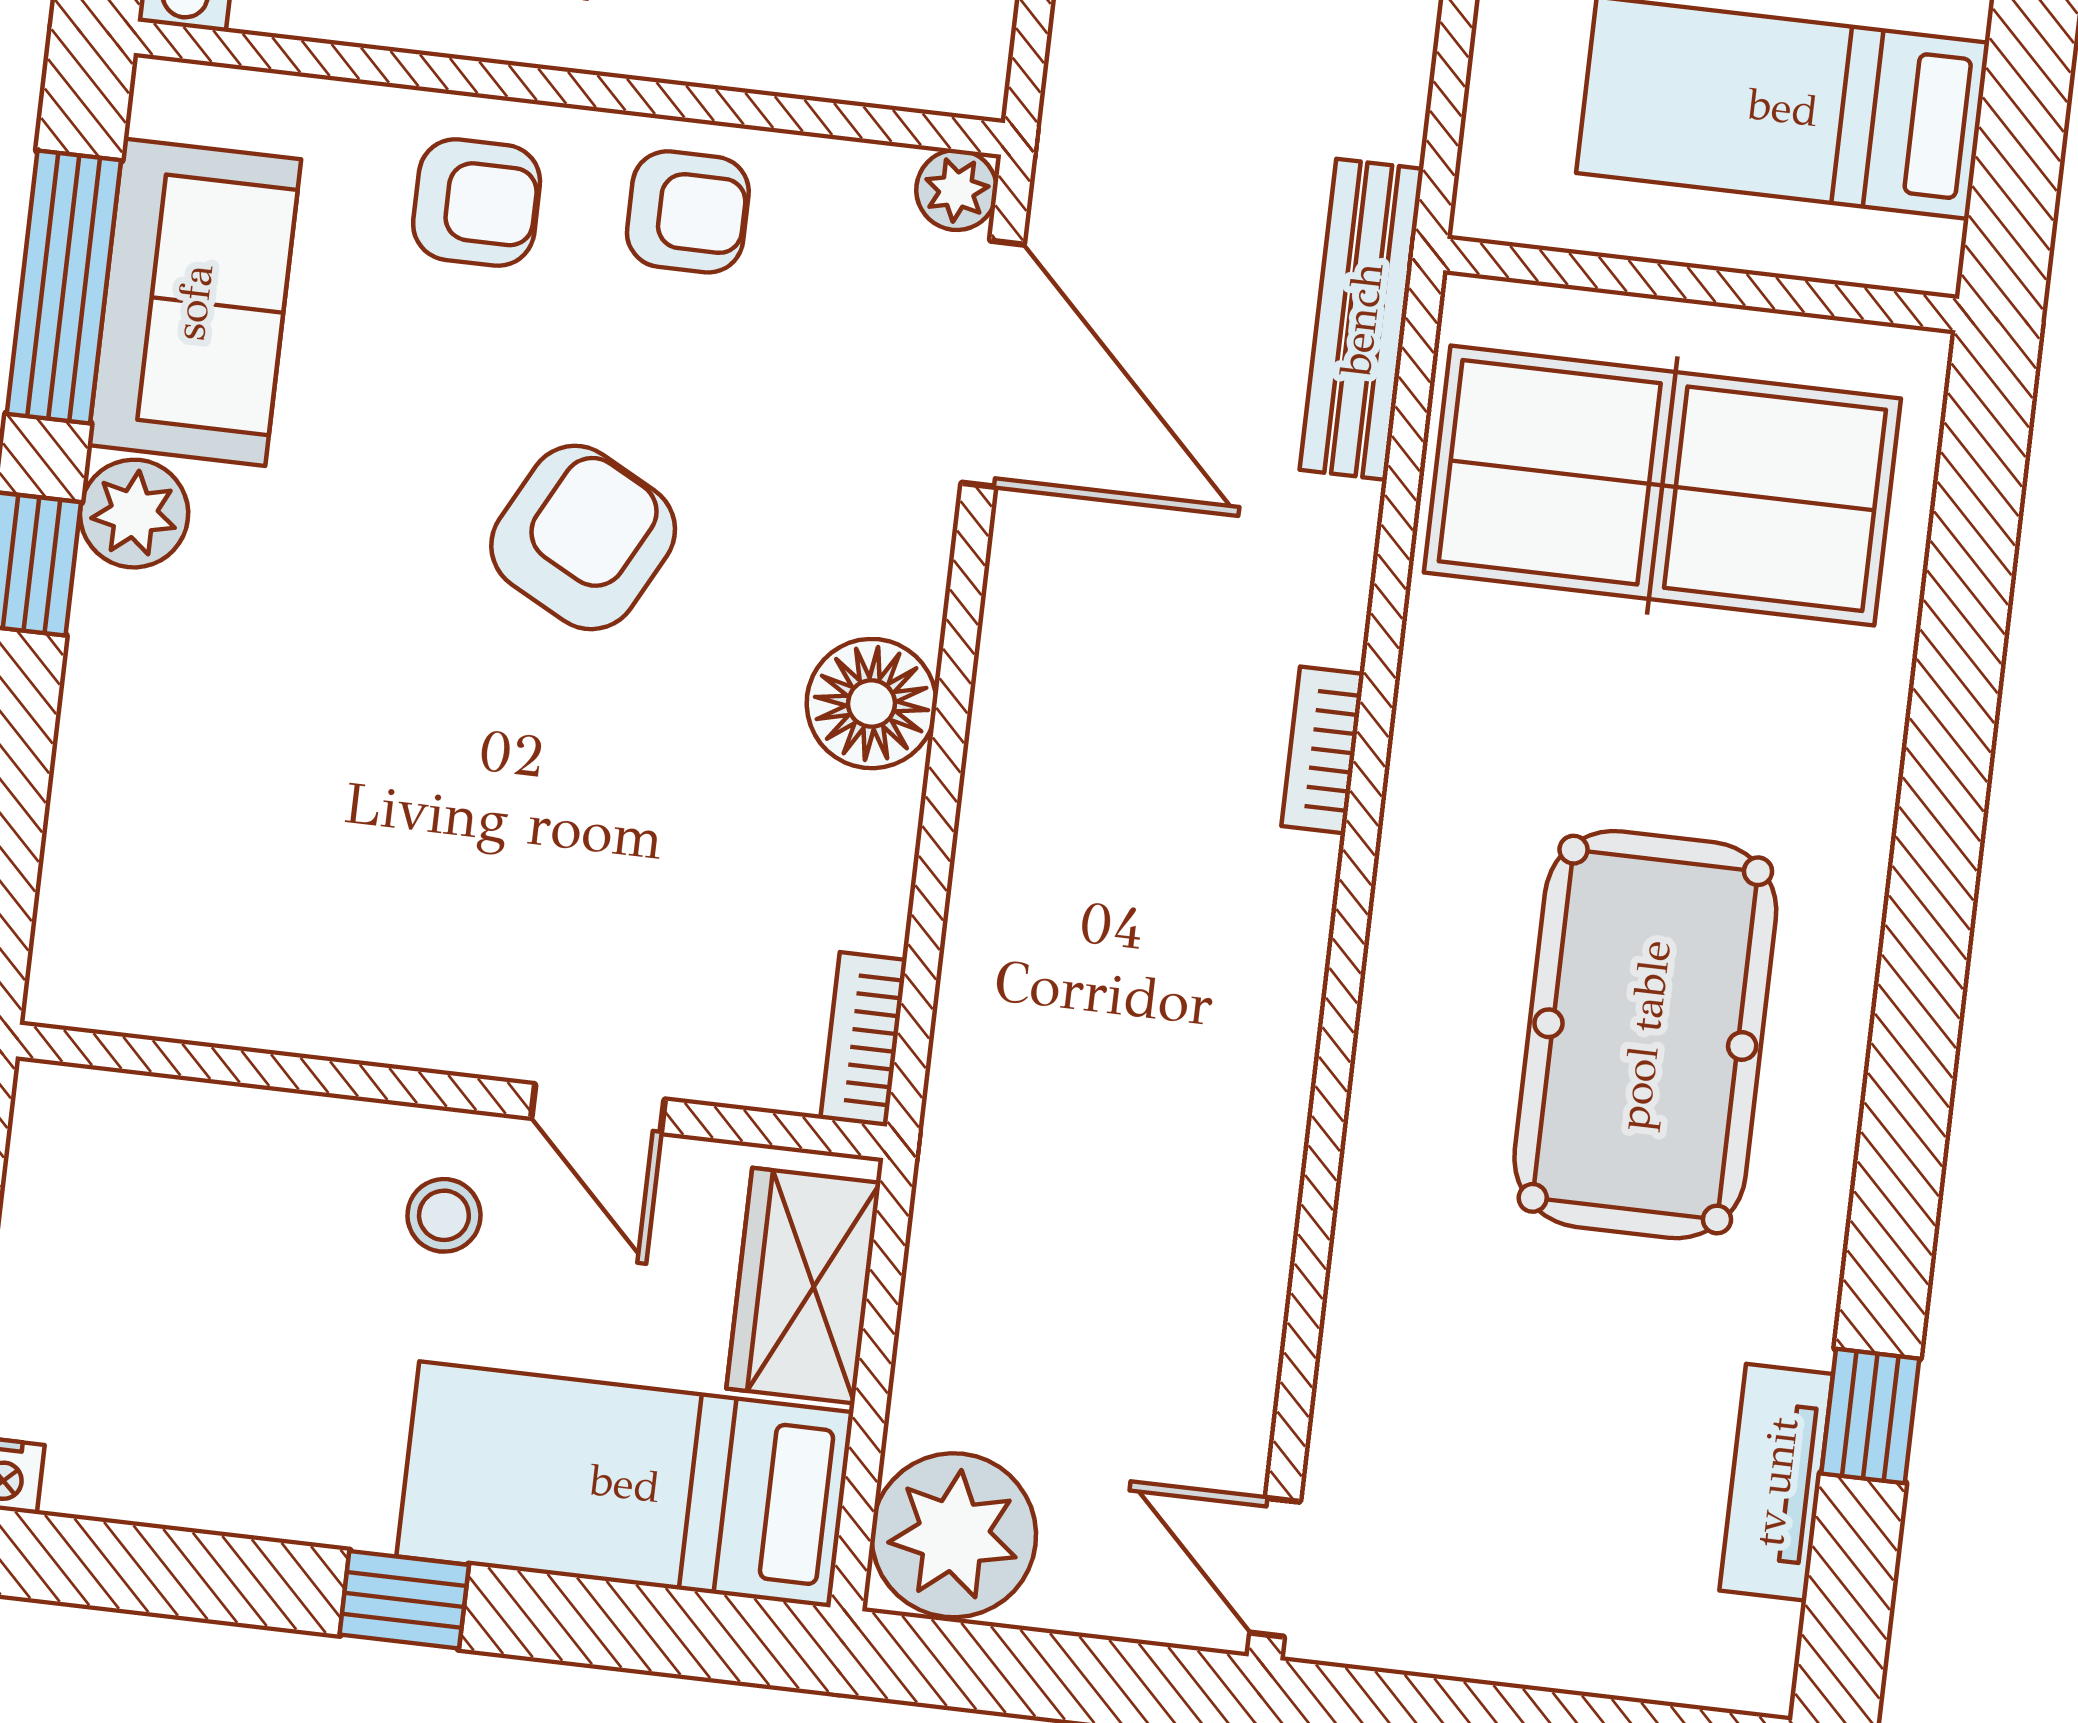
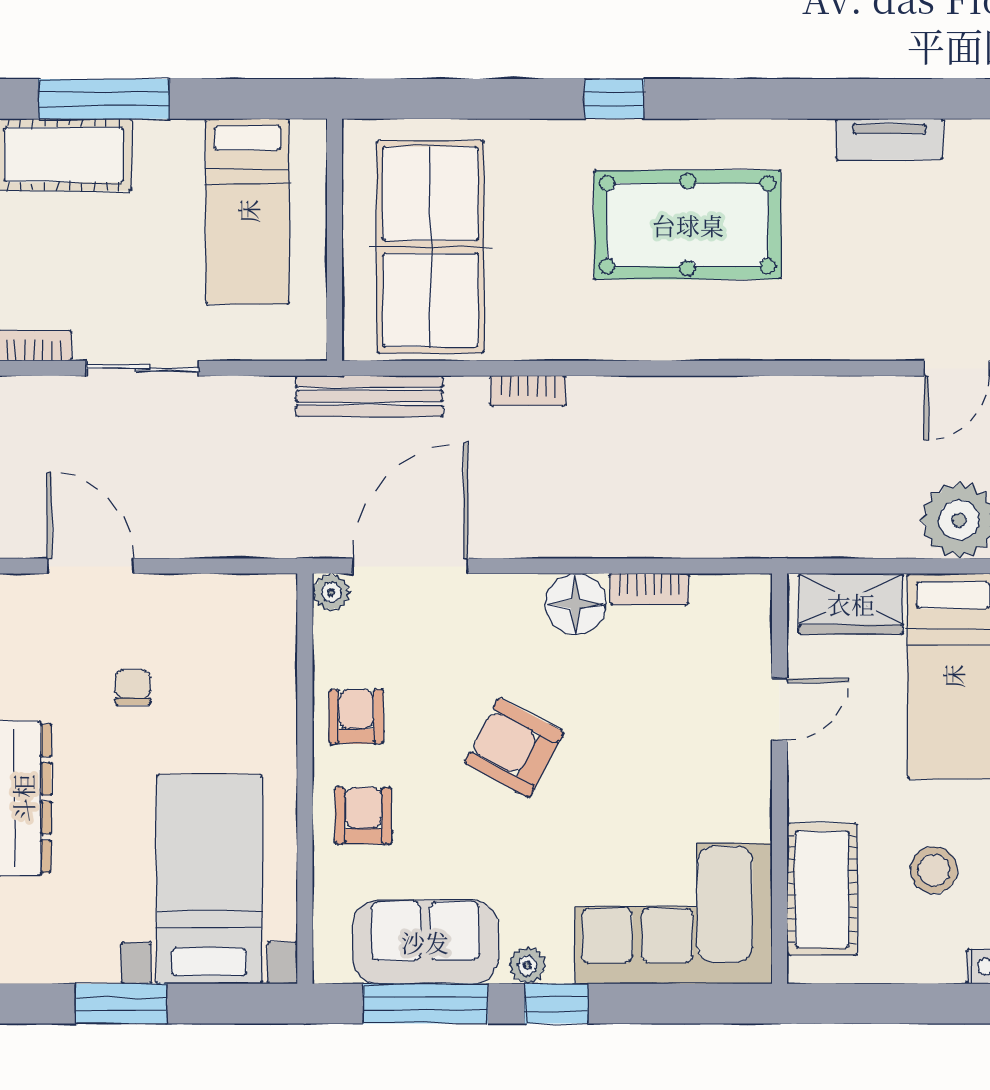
plant: (134, 514) -> (527, 965), width x0.73, depth x0.73
bookcase: (1323, 750) -> (528, 391), moved
corner sofa: (193, 834) -> (674, 914), added
bookcase: (863, 1039) -> (649, 589), moved
cot: (207, 1154) -> (822, 889), added
stool: (444, 1215) -> (934, 870), moved, width x1.37, depth x1.37
window: (1870, 1416) -> (614, 99), moved

